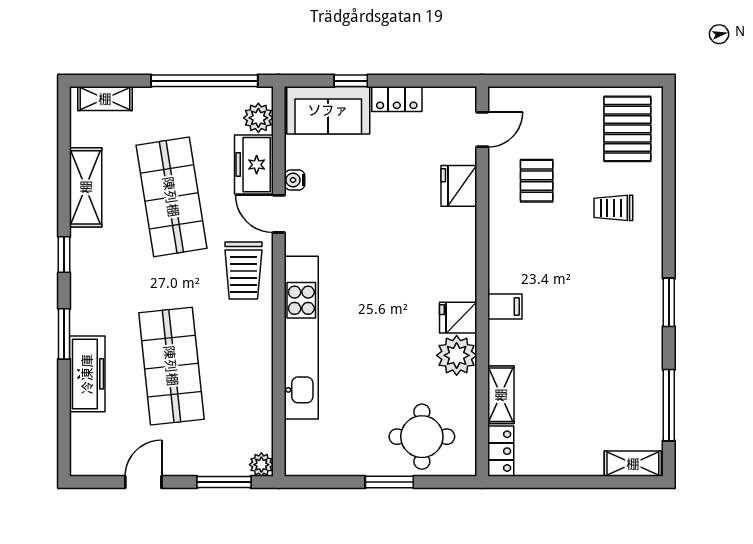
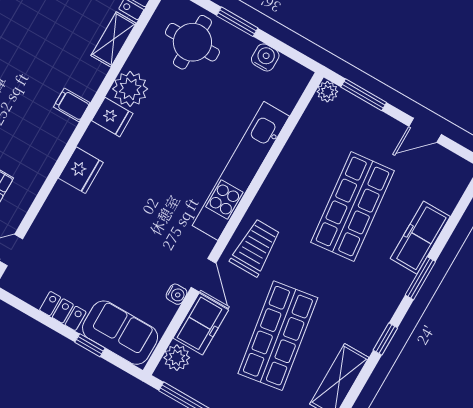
fridge: (459, 186) -> (81, 170), moved
water cooler: (342, 463) -> (265, 57), added

